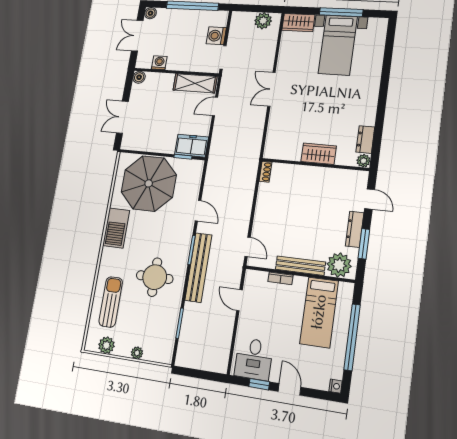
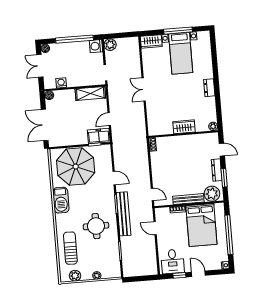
plant: (263, 21) -> (110, 45), moved
washing machine: (216, 36) -> (96, 46), moved
door: (215, 106) -> (109, 119), moved
double door: (122, 117) -> (45, 125), width x1.37
dresser: (365, 140) -> (209, 88), moved
bed: (319, 312) -> (201, 225), width x1.50

